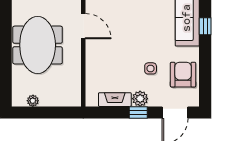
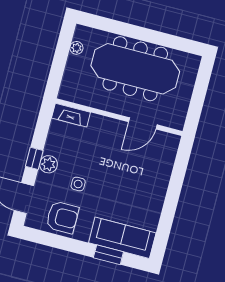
window: (205, 26) -> (108, 255), width x1.50
meeting table: (38, 45) -> (135, 69), width x1.36
fireplace: (115, 100) -> (71, 115), moved, turned 90

